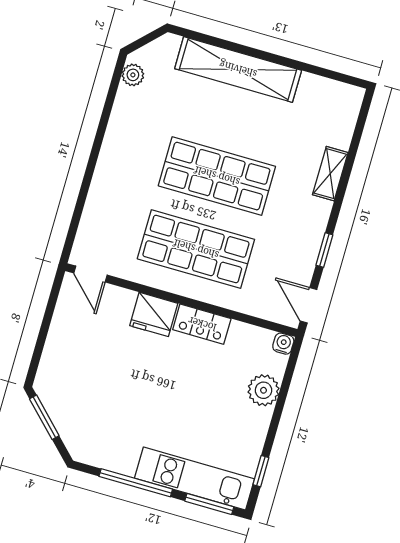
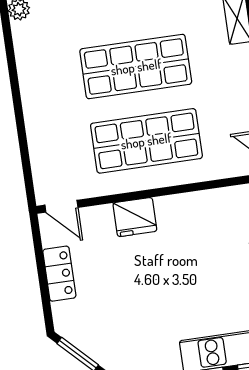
locker: (202, 324) -> (59, 274), moved, turned -90

